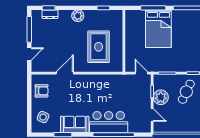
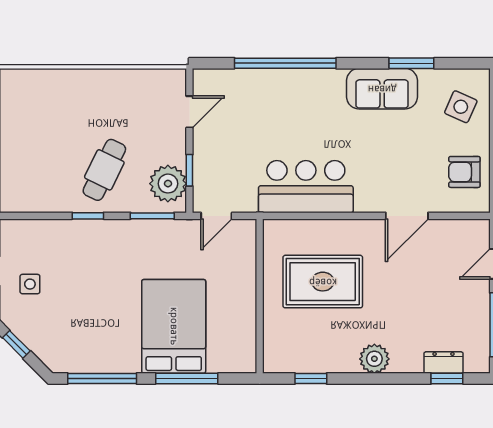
rug: (99, 47) -> (323, 282), turned 90
door: (141, 73) -> (216, 216), hinge flipped
plant: (161, 97) -> (168, 184), moved
door: (152, 115) -> (189, 112), swing flipped
bar counter: (109, 122) -> (306, 187), moved, turned 180

